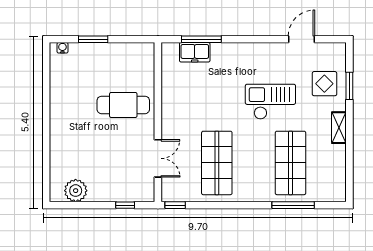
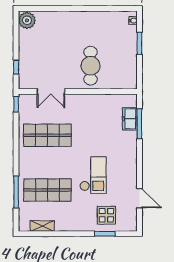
shelving: (339, 128) -> (42, 226), moved
plant: (76, 191) -> (27, 20), moved

